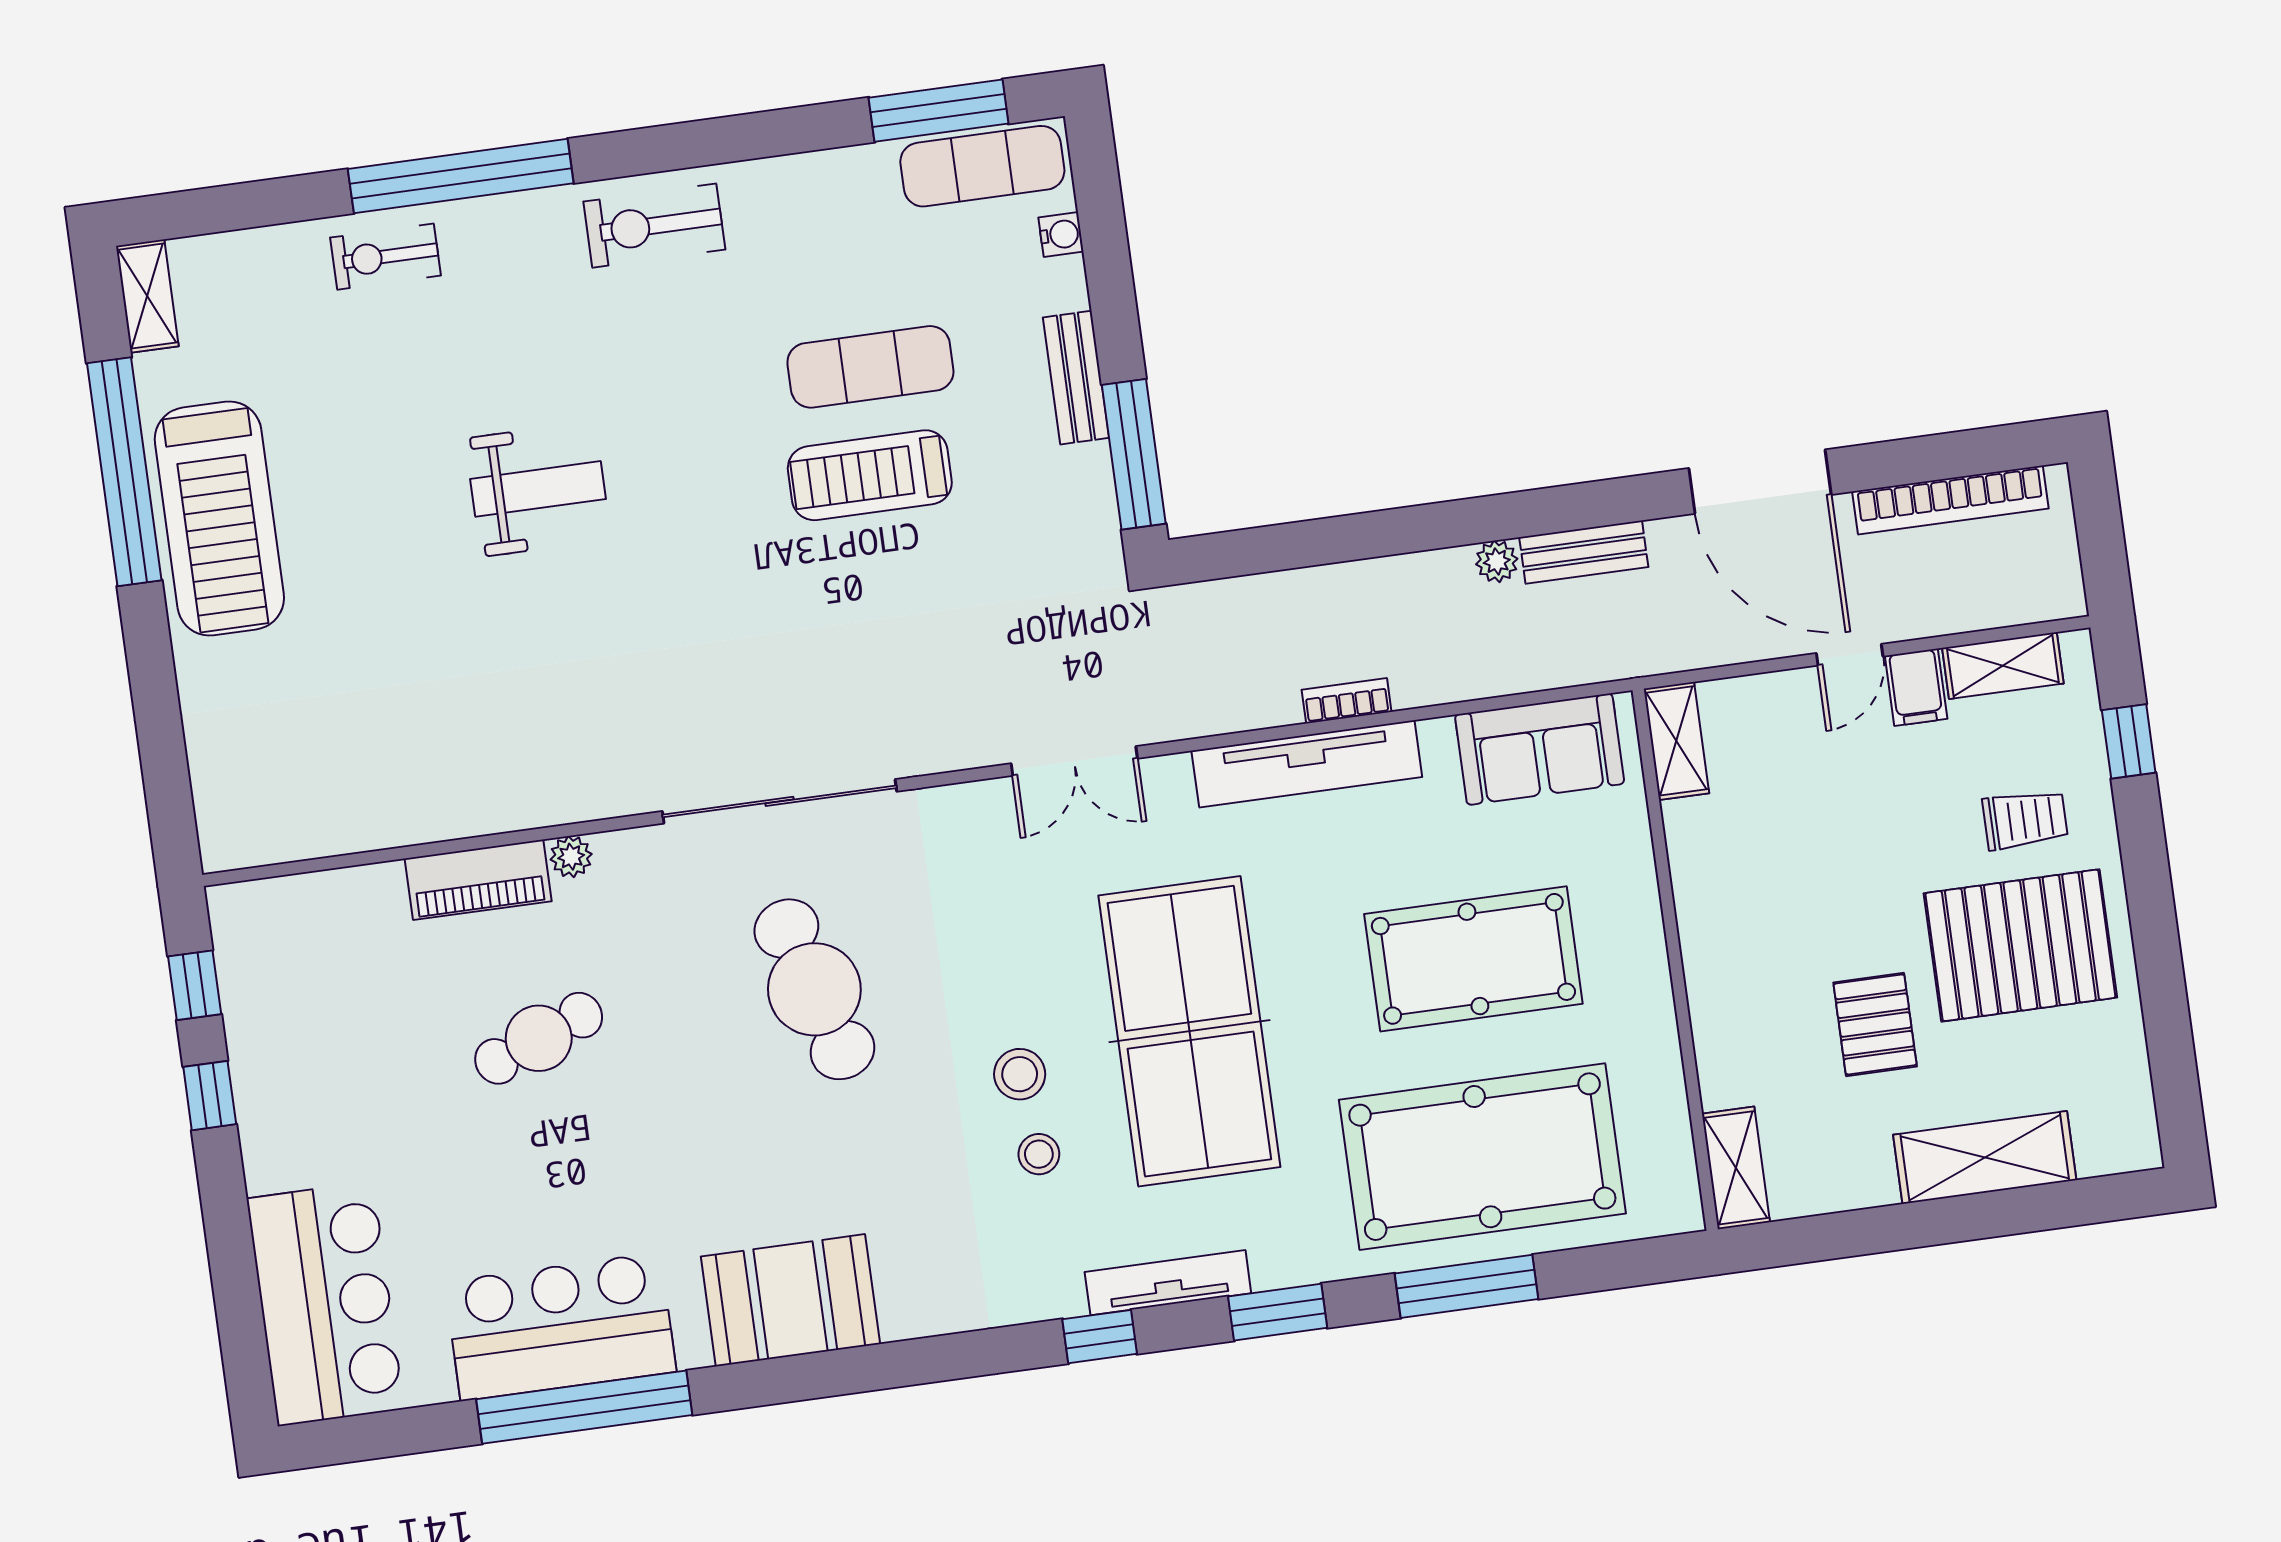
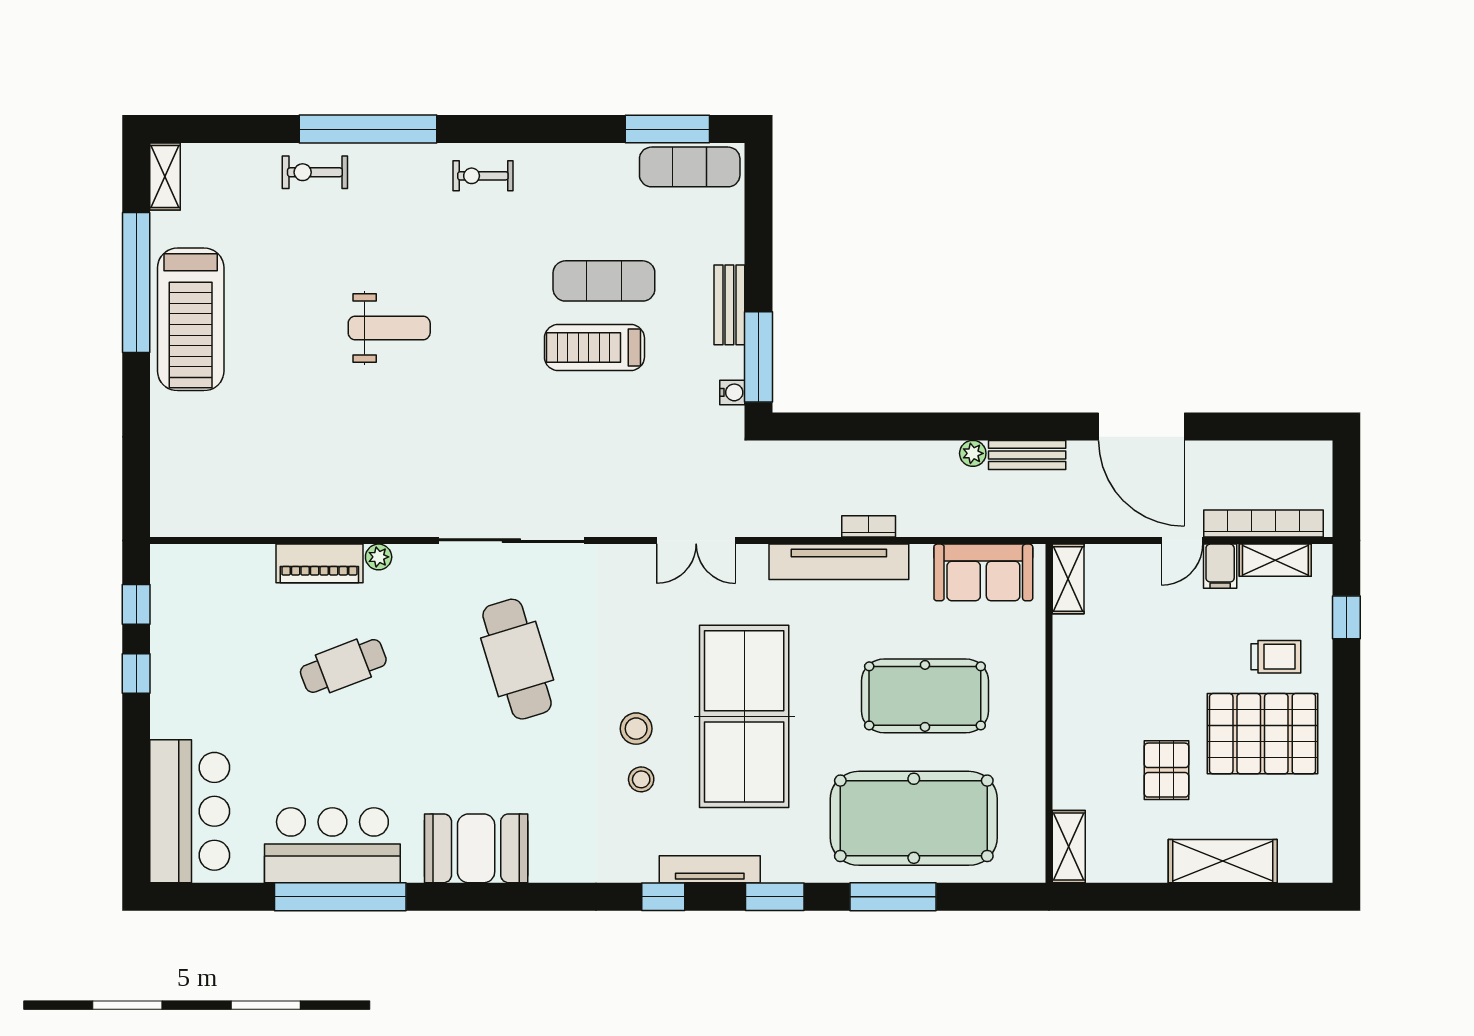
exercise bike: (654, 226) -> (483, 176), width x0.73, depth x0.72
water cooler: (1061, 234) -> (732, 392), moved
bookcase: (1950, 500) -> (1264, 524), moved, turned 180

